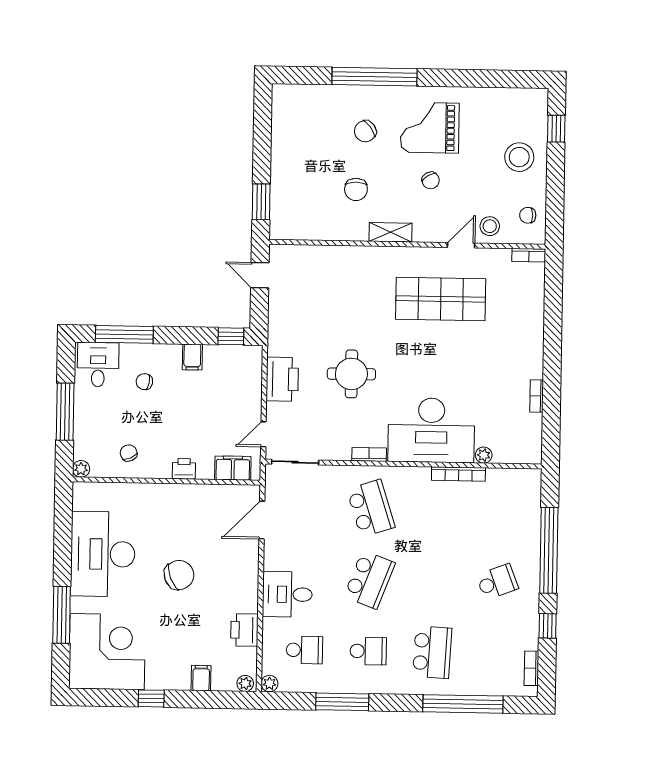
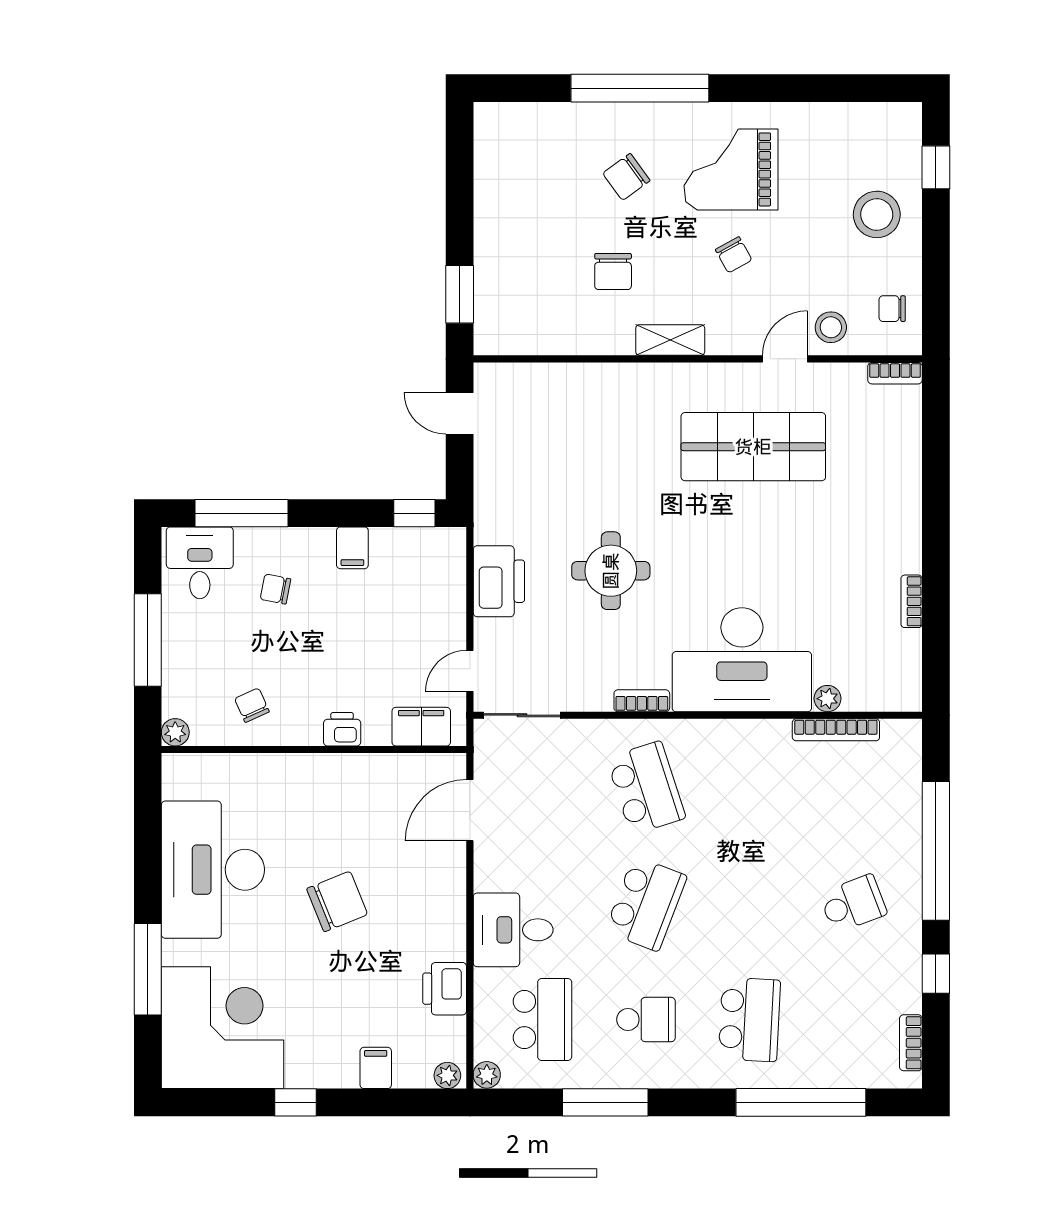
bookcase: (458, 474) -> (836, 730), moved
school desk: (304, 650) -> (542, 1020), width x1.85

